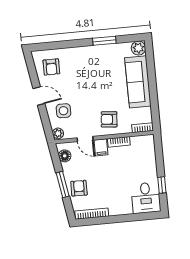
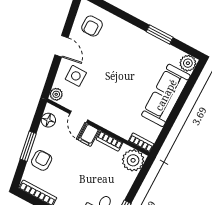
armchair: (109, 119) -> (114, 113), removed
plant: (145, 144) -> (133, 160), added

